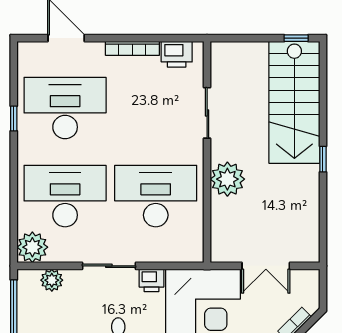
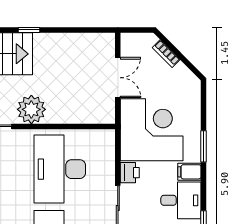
plant: (227, 179) -> (31, 109), moved

